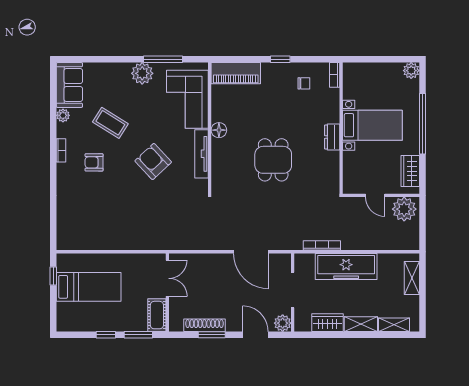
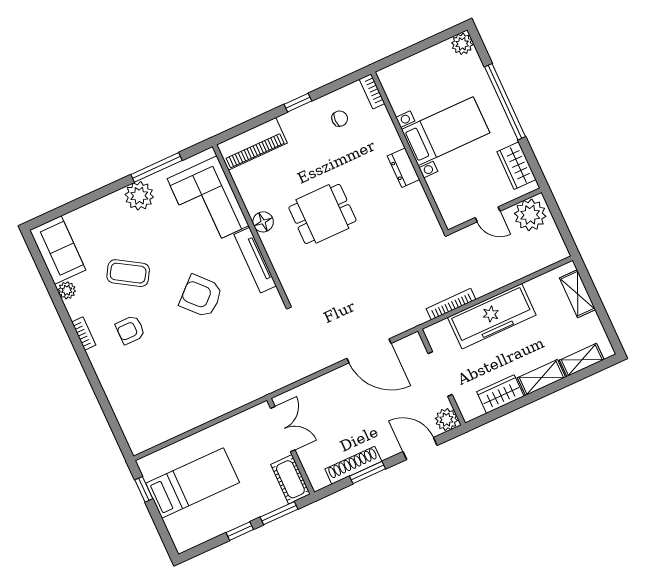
dining table: (273, 160) -> (322, 214), moved, turned 90

